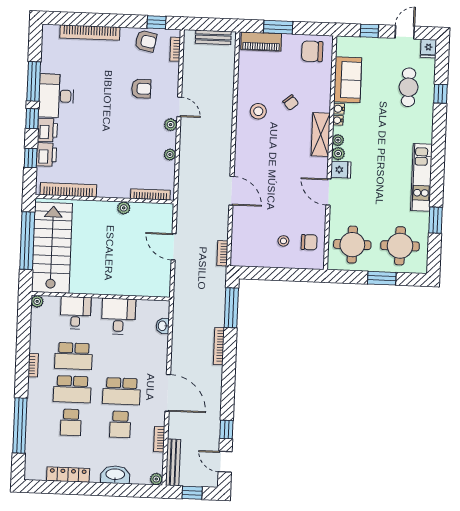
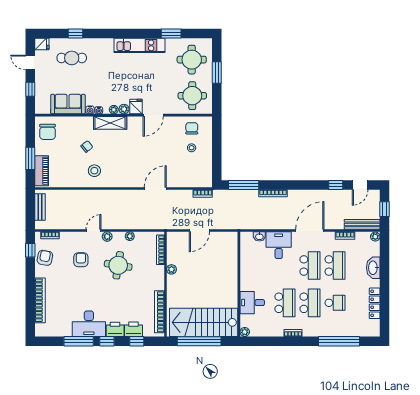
round table: (132, 138) -> (118, 265), added
desk: (119, 316) -> (279, 245), moved, turned 90
school desk: (120, 424) -> (335, 265), width x1.85

